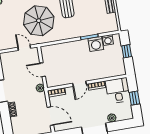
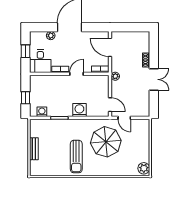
washing machine: (96, 44) -> (79, 110), moved
door: (43, 70) -> (110, 105), moved

